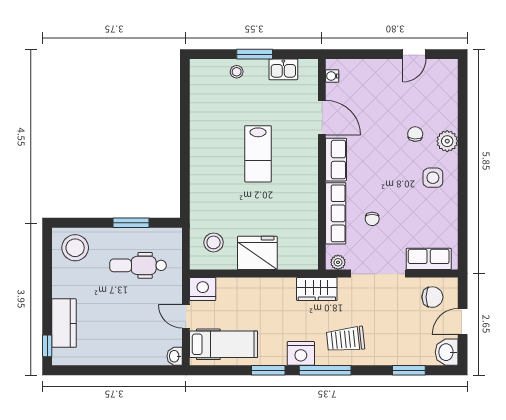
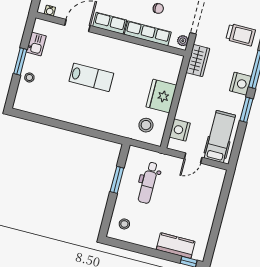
stool: (75, 248) -> (124, 224), width x0.53, depth x0.53
nightstand: (203, 289) -> (180, 130), moved
trolley: (345, 339) -> (241, 35), moved, turned -84
washbasin: (175, 356) -> (219, 173), removed

